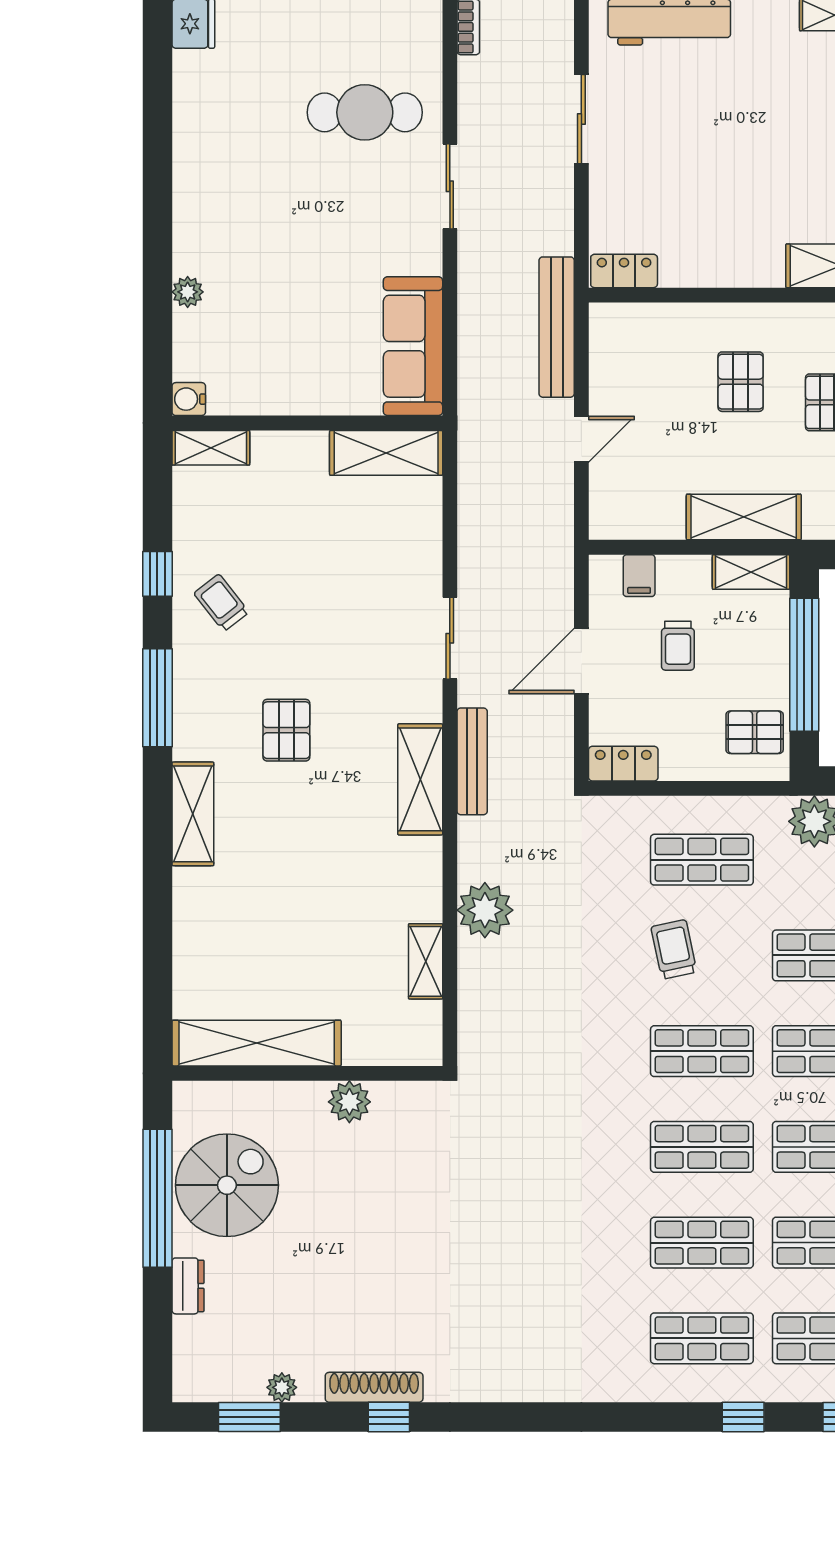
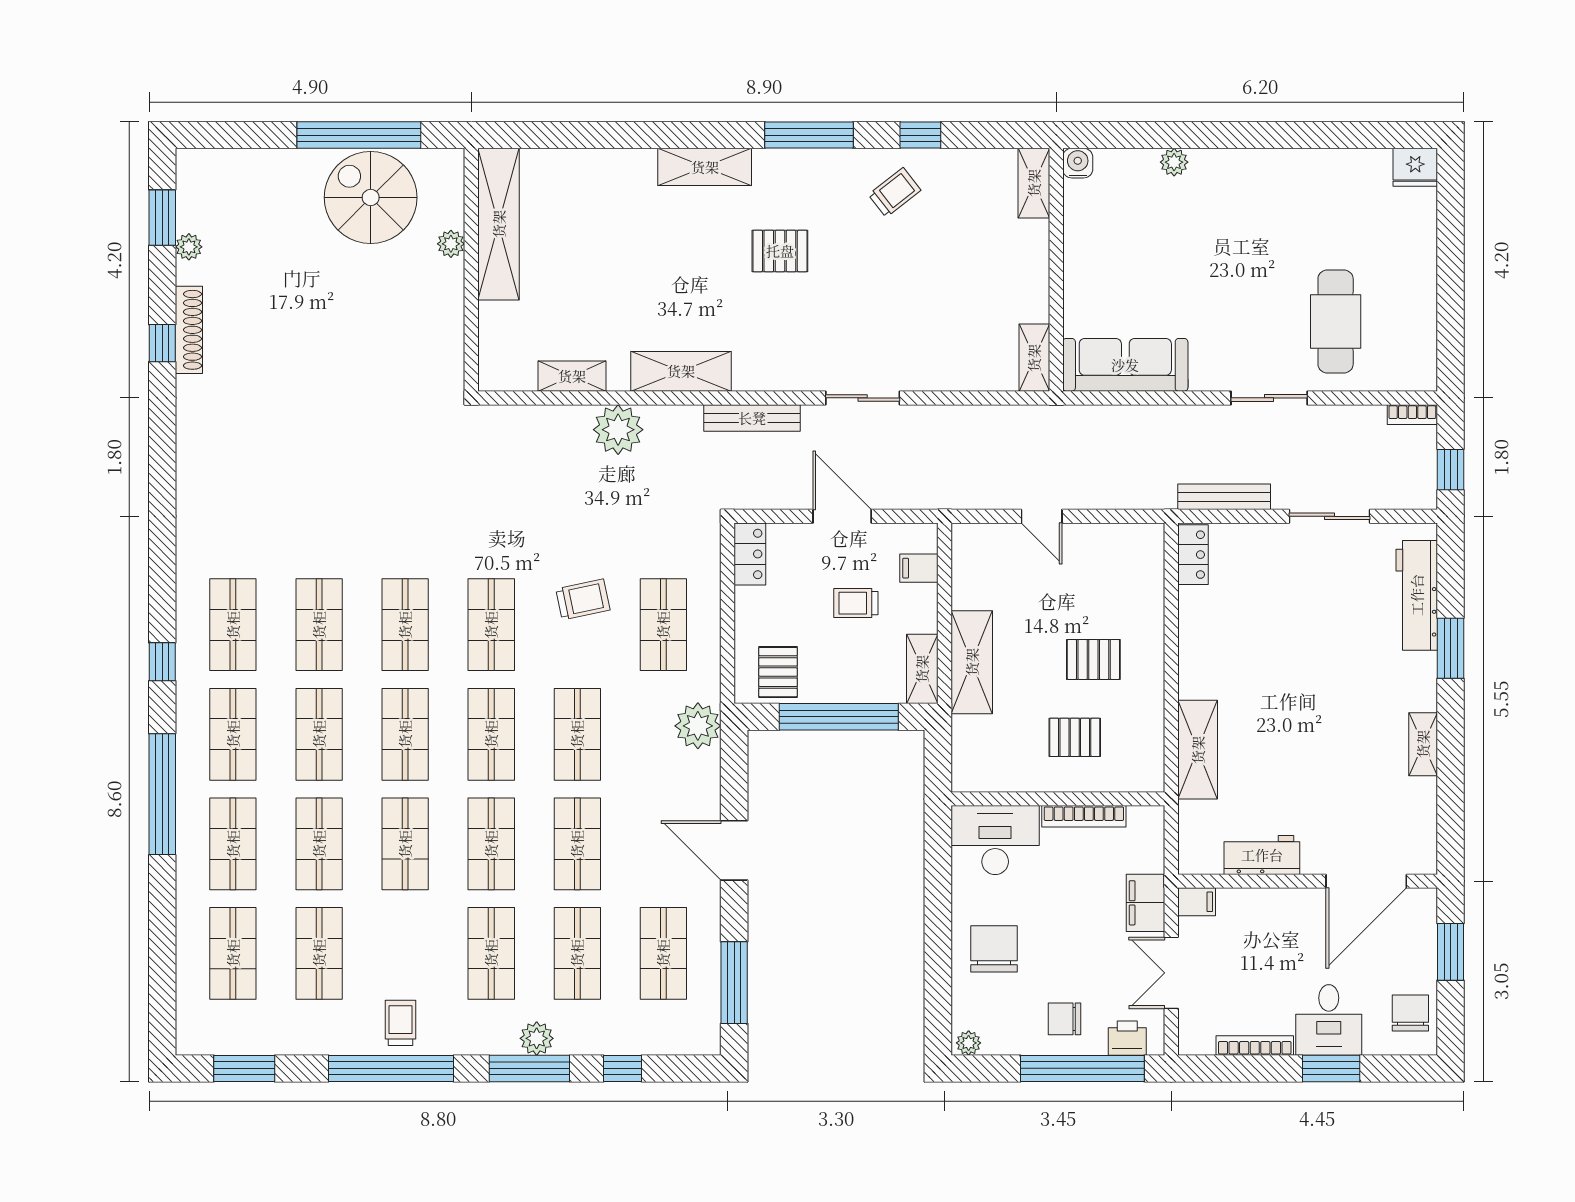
bench: (557, 327) -> (1224, 497), moved, width x0.73, depth x0.82
shelving: (386, 453) -> (1034, 358), width x0.67, depth x0.75
shelving: (420, 779) -> (681, 371), moved
plant: (349, 1102) -> (451, 244), moved, width x0.73, depth x0.73
spiral stairs: (227, 1185) -> (371, 197), turned 180
dresser: (188, 1286) -> (280, 162), removed

